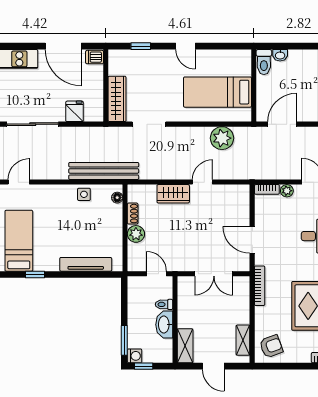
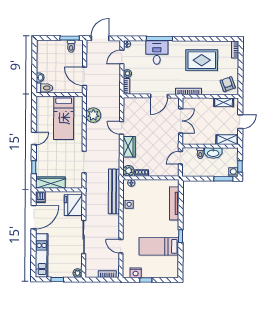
wardrobe: (117, 99) -> (50, 183), moved
fridge: (75, 111) -> (73, 205), width x1.88, depth x1.34
plant: (136, 234) -> (129, 171), moved

